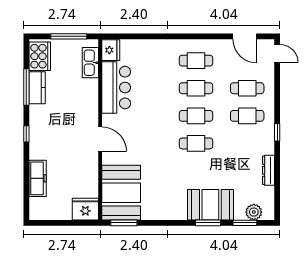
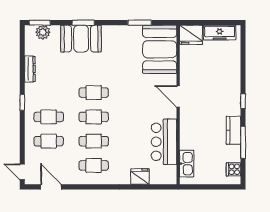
window: (69, 36) -> (206, 187), removed
fridge: (111, 50) -> (140, 176), moved, turned 90
cooker: (40, 56) -> (233, 169), width x0.53, depth x0.76
kitchen counter: (37, 88) -> (233, 130), moved
freezer: (38, 178) -> (220, 33), moved, turned -90
window: (124, 223) -> (140, 23), moved
window: (245, 223) -> (40, 23), moved

